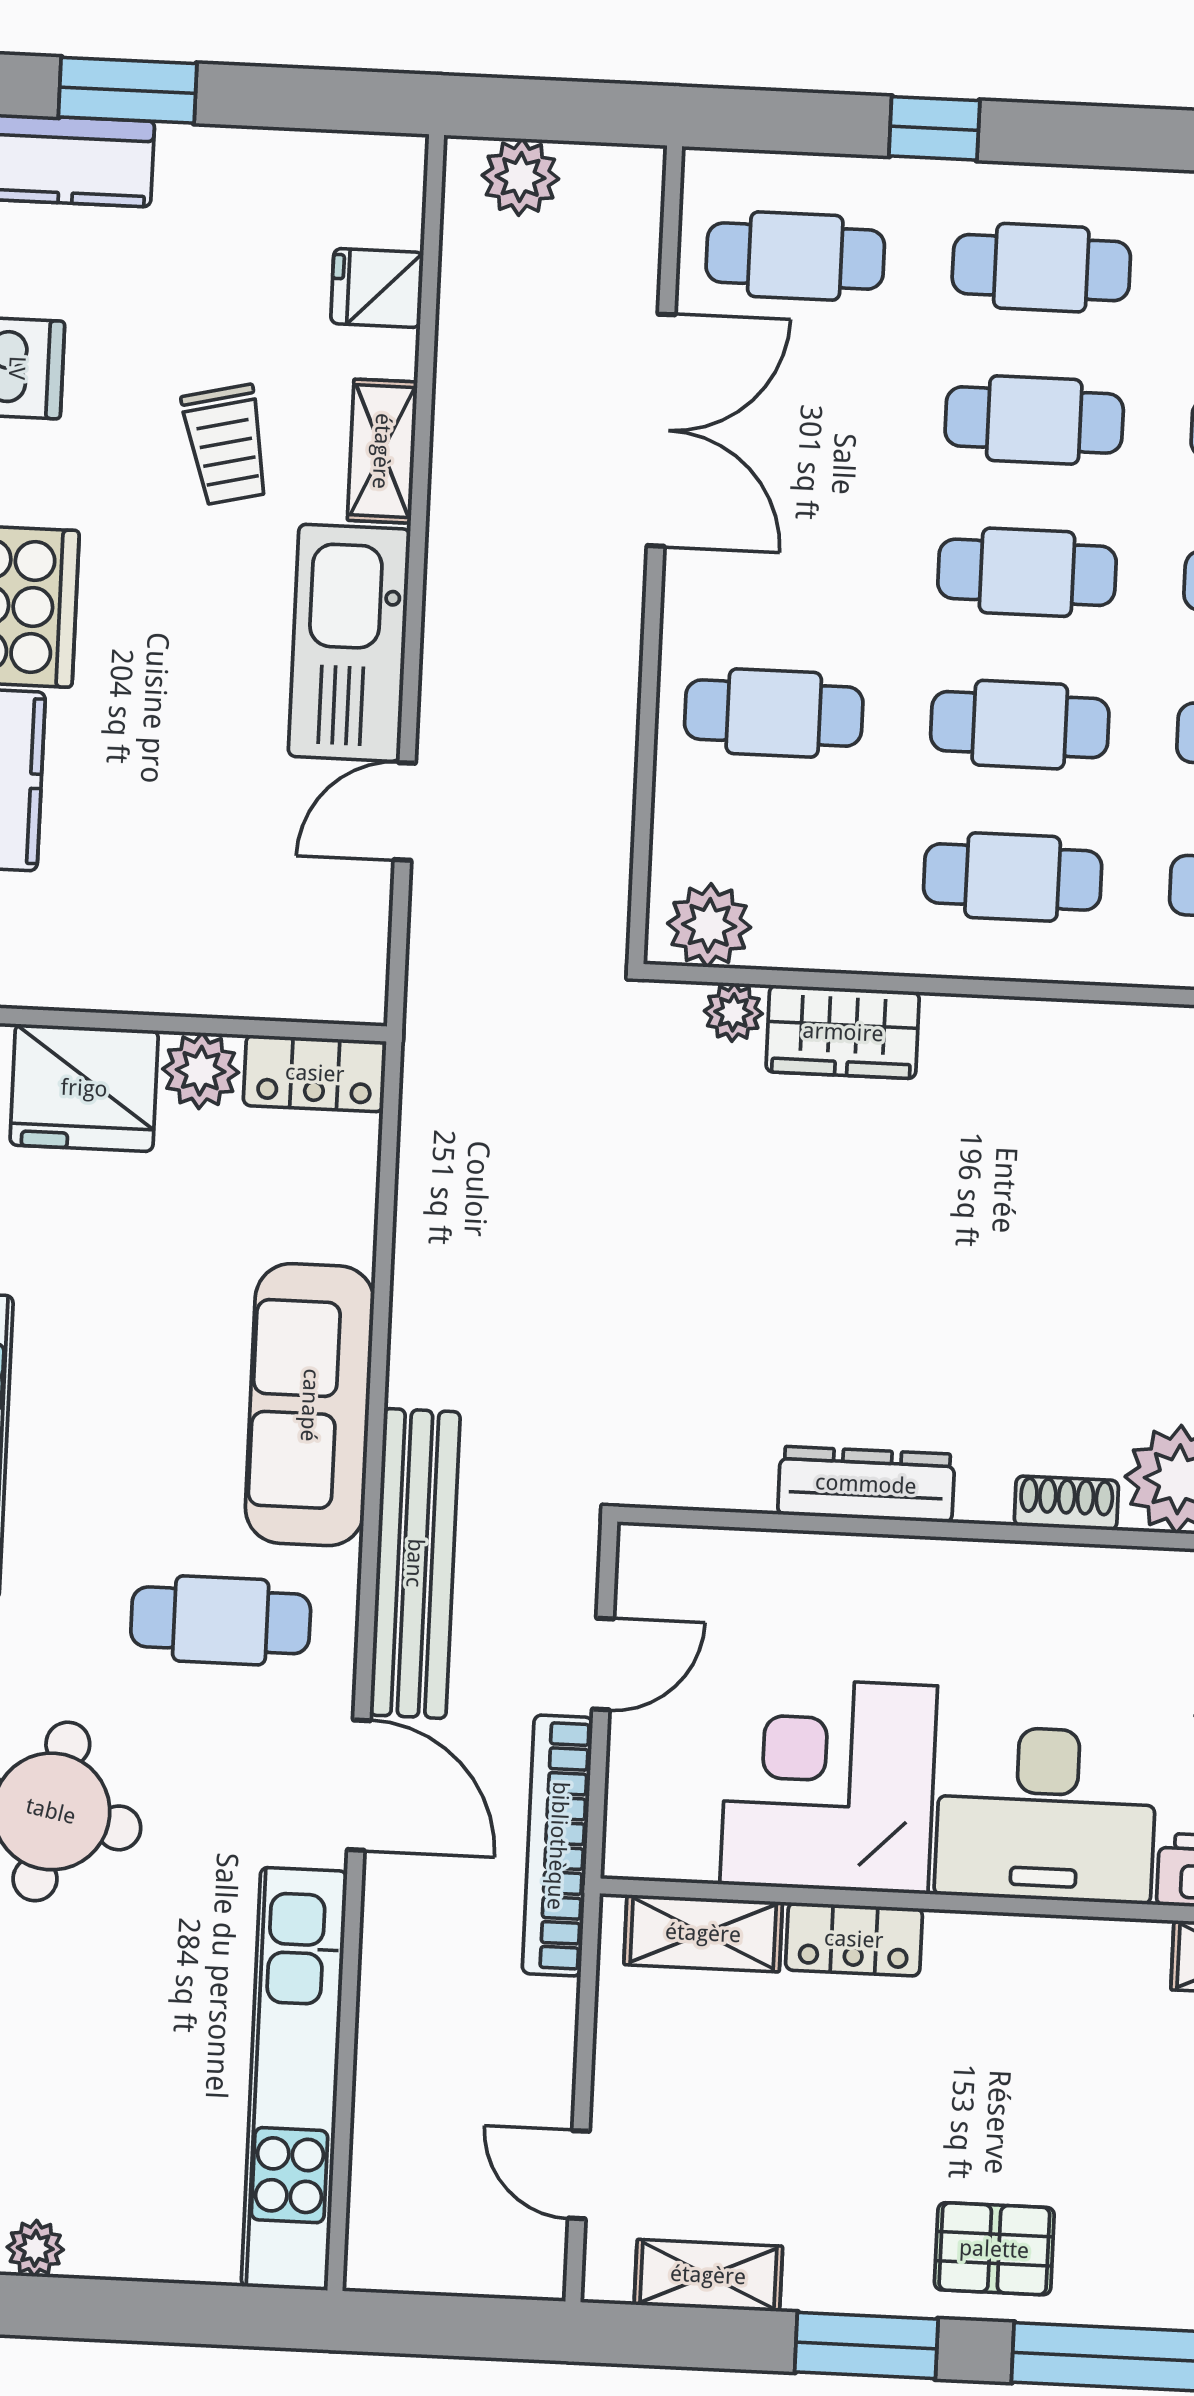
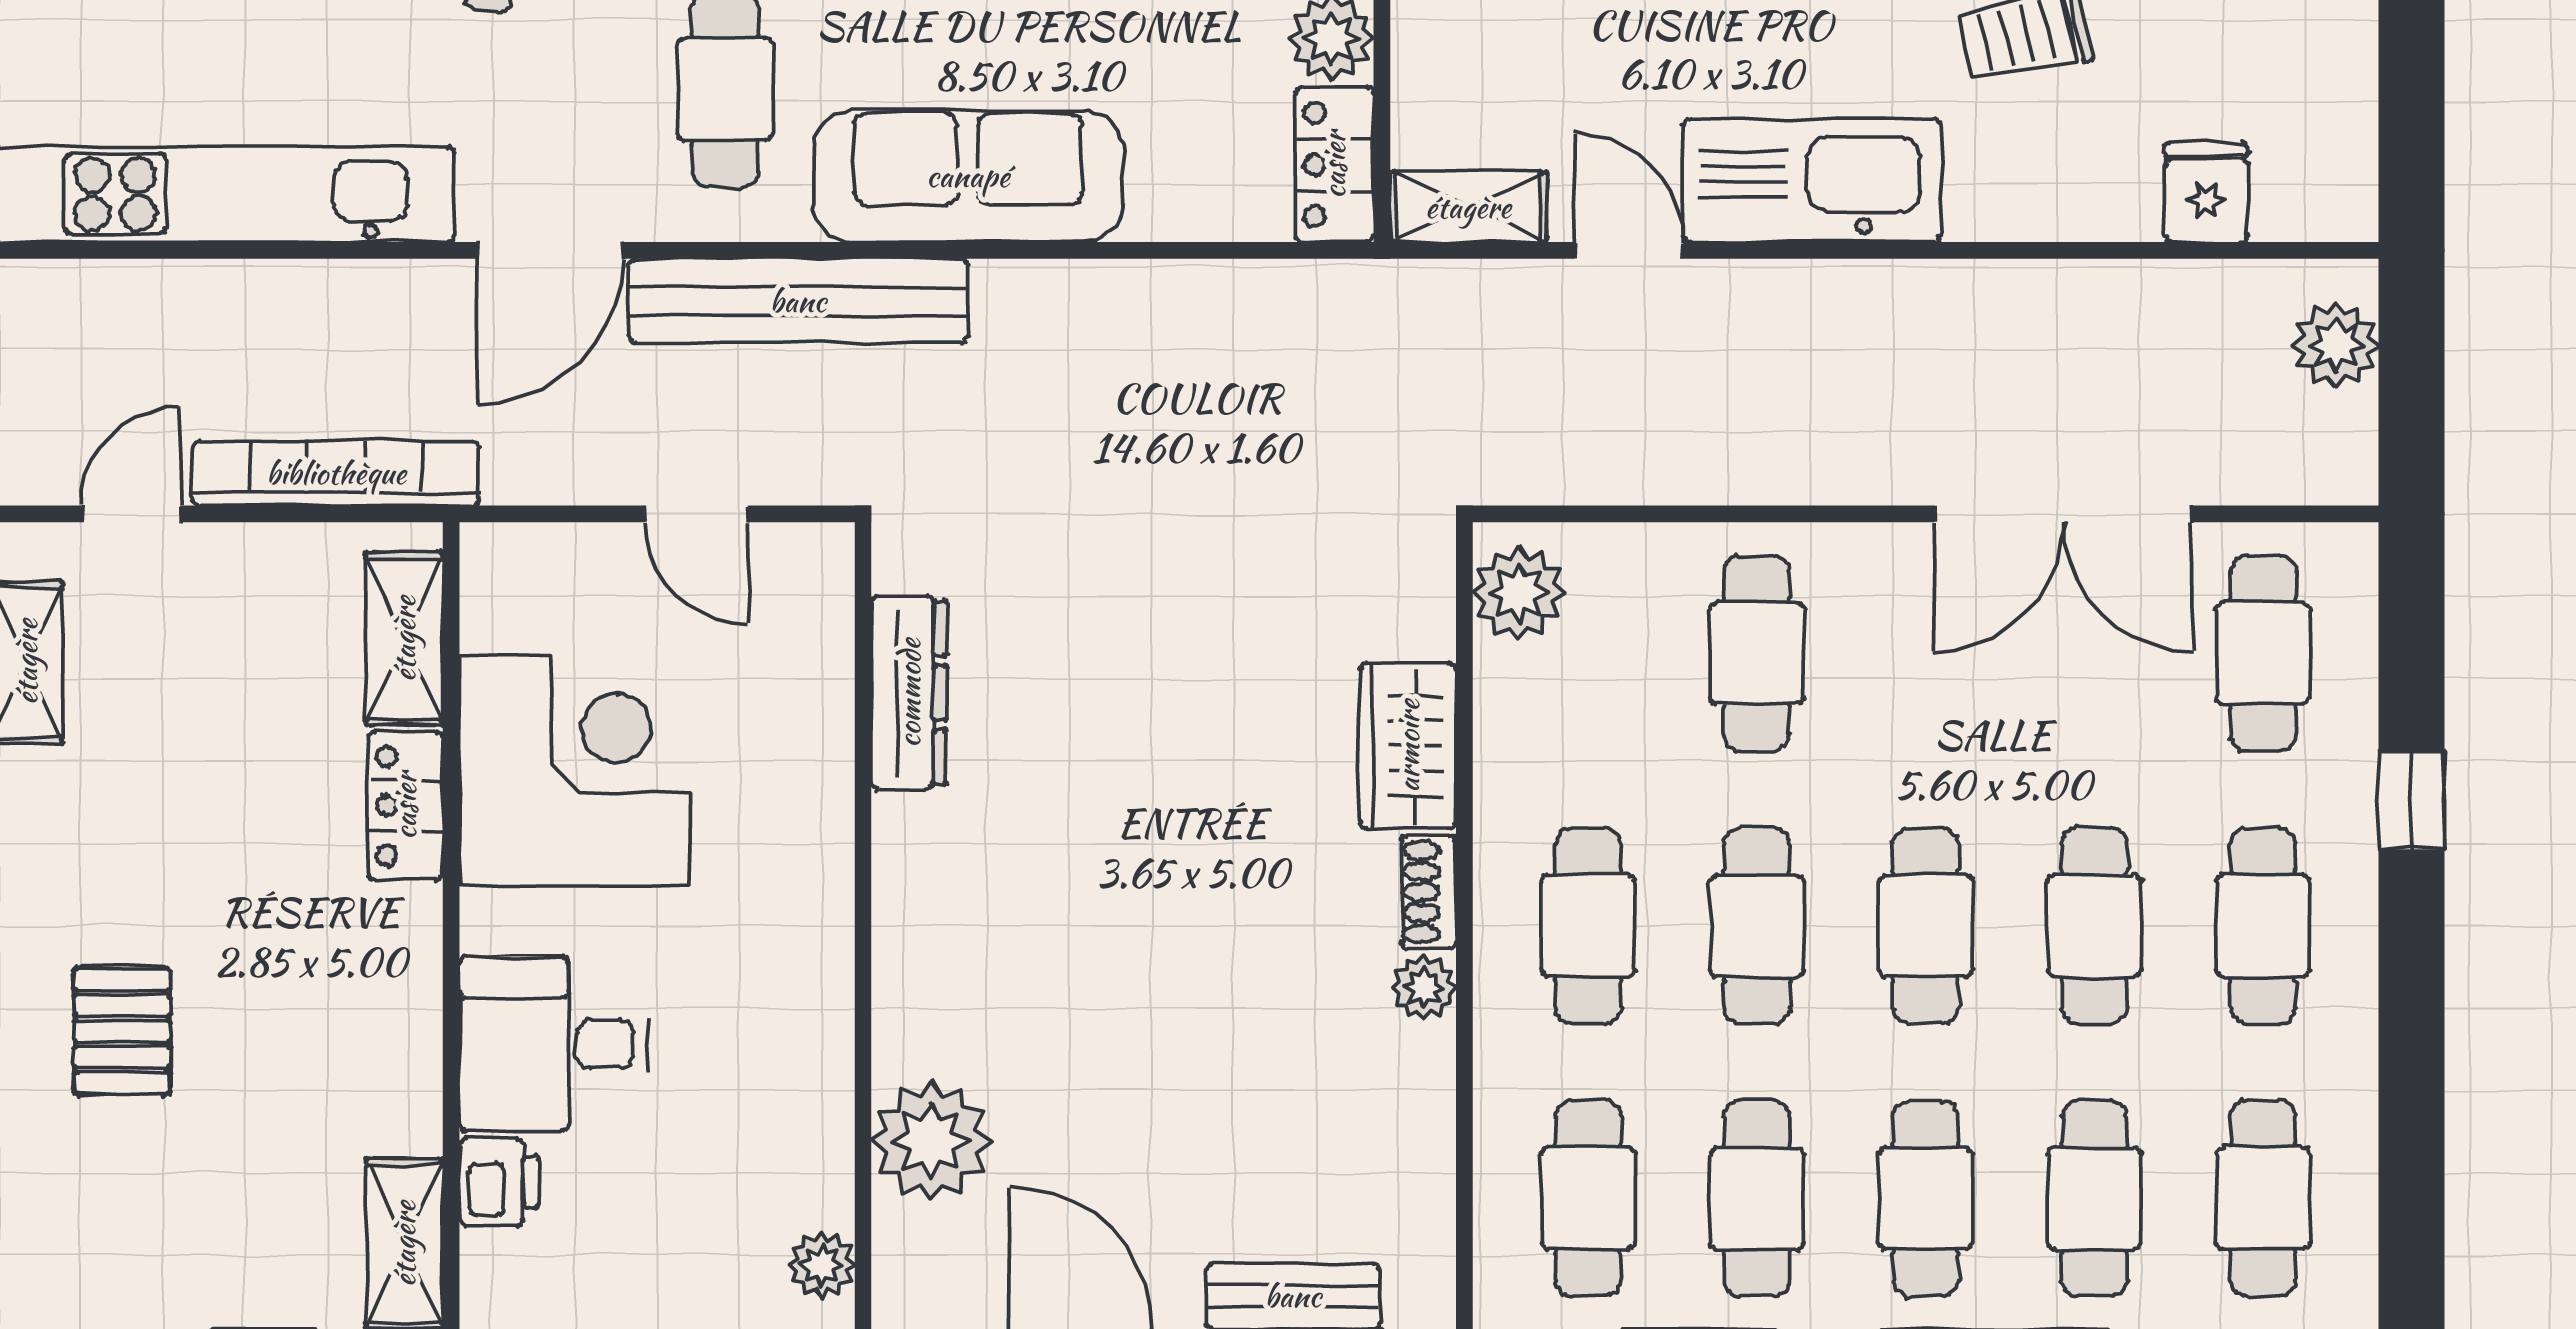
shelving: (382, 451) -> (1468, 207), moved
plant: (733, 1012) -> (1424, 988), moved
dresser: (866, 1484) -> (909, 693), moved
shoe rack: (1066, 1503) -> (1429, 892), moved, turned 180
desk: (1046, 1814) -> (554, 1044), width x0.73
bookcase: (558, 1846) -> (336, 473), moved
pallet: (994, 2249) -> (122, 1031), moved

